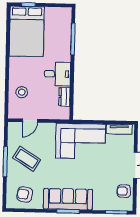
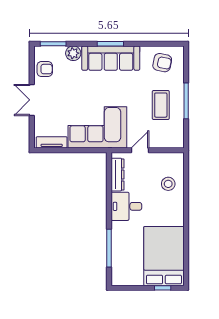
dresser: (64, 97) -> (117, 175), width x1.44
door: (30, 121) -> (140, 150), moved
coffee table: (27, 159) -> (161, 105), turned 58
plant: (100, 204) -> (73, 53), added

